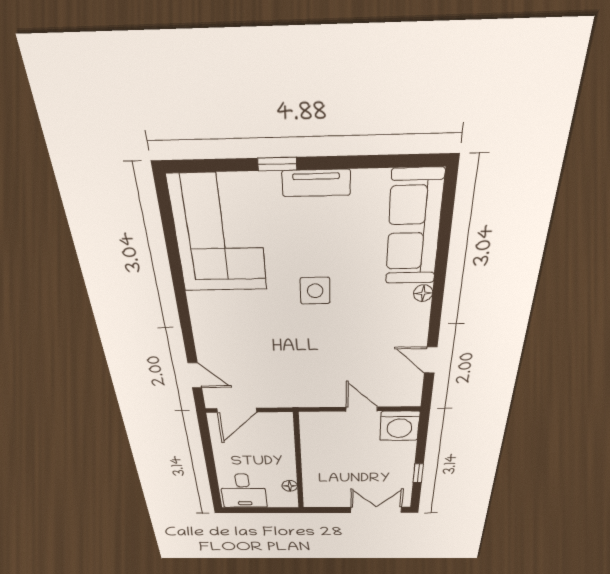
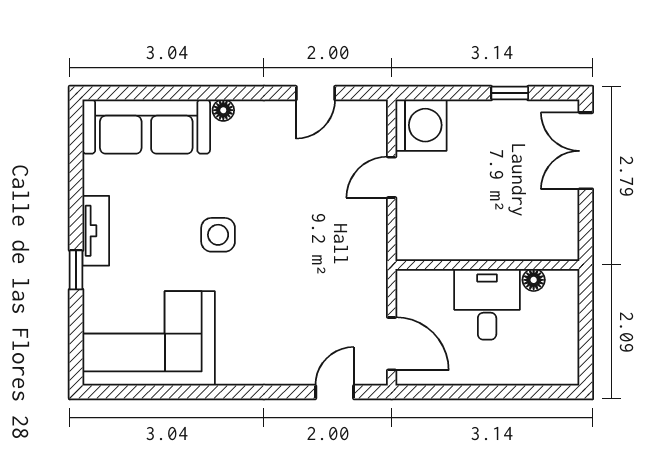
desk: (243, 491) -> (487, 304), moved, turned -90

